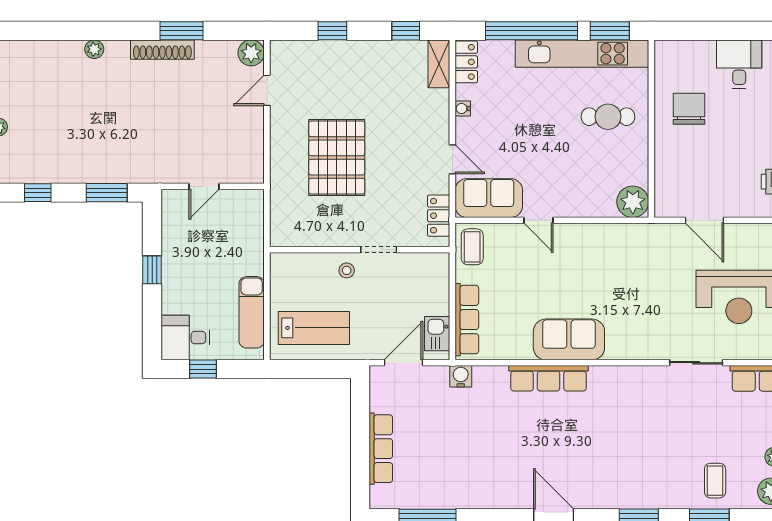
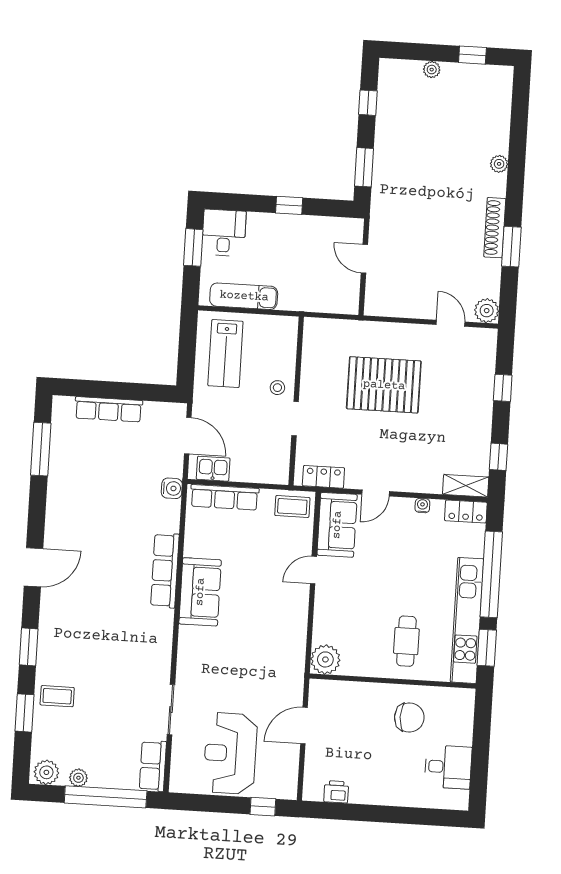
window: (203, 369) -> (193, 247), width x1.50
coffee table: (715, 481) -> (57, 696), moved

